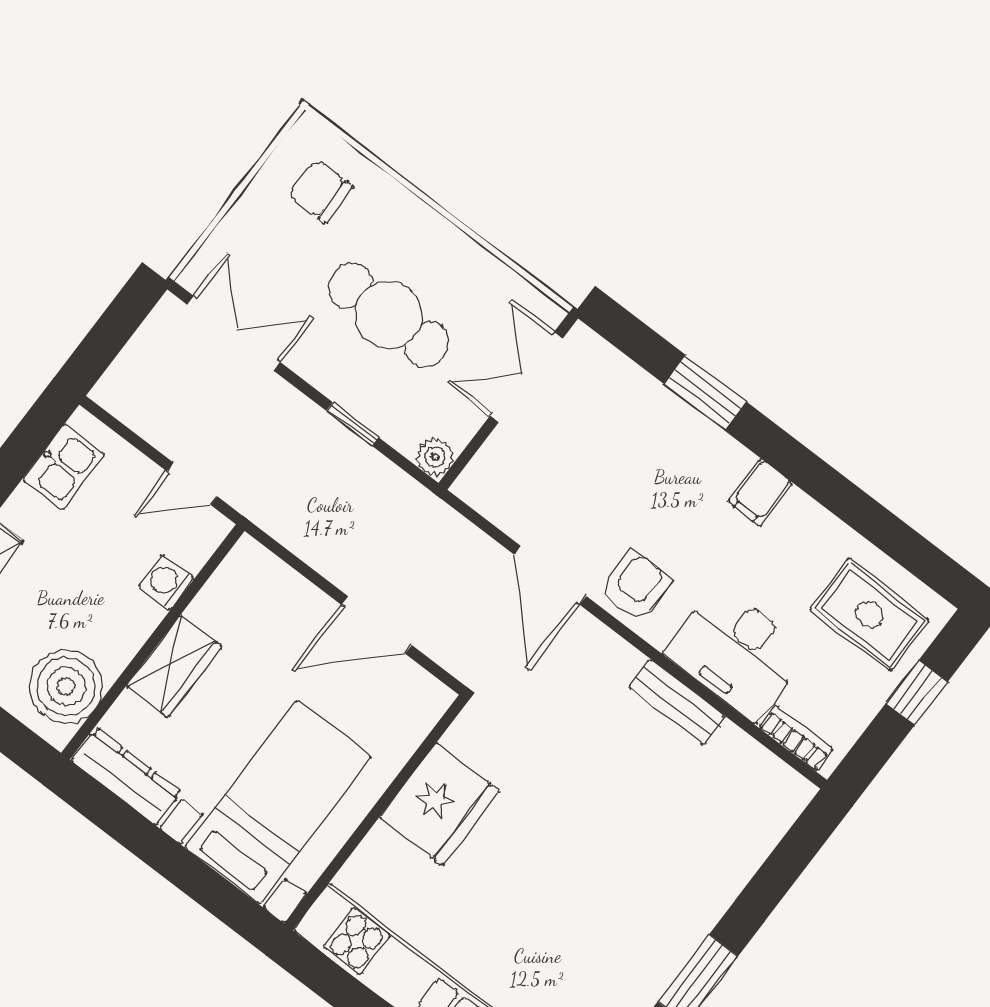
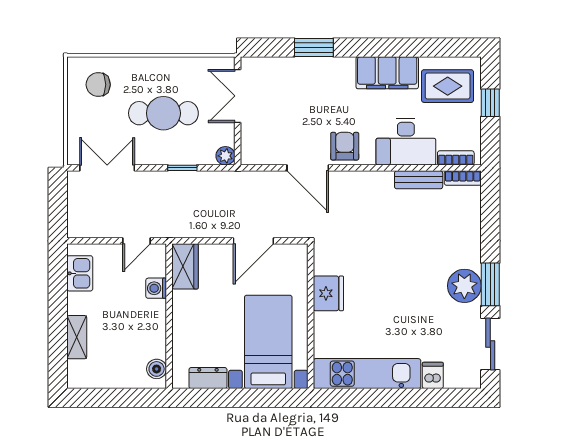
filing cabinet: (760, 492) -> (387, 73), width x3.00, depth x1.17
wardrobe: (174, 666) -> (185, 266), moved
boiler: (66, 686) -> (157, 369), width x0.54, depth x0.54
bench: (677, 702) -> (419, 180), moved
dresser: (126, 776) -> (208, 378), width x0.70
bookcase: (782, 778) -> (463, 178), added
fridge: (440, 804) -> (328, 293), width x0.73, depth x0.75
plant: (655, 950) -> (464, 286), added

